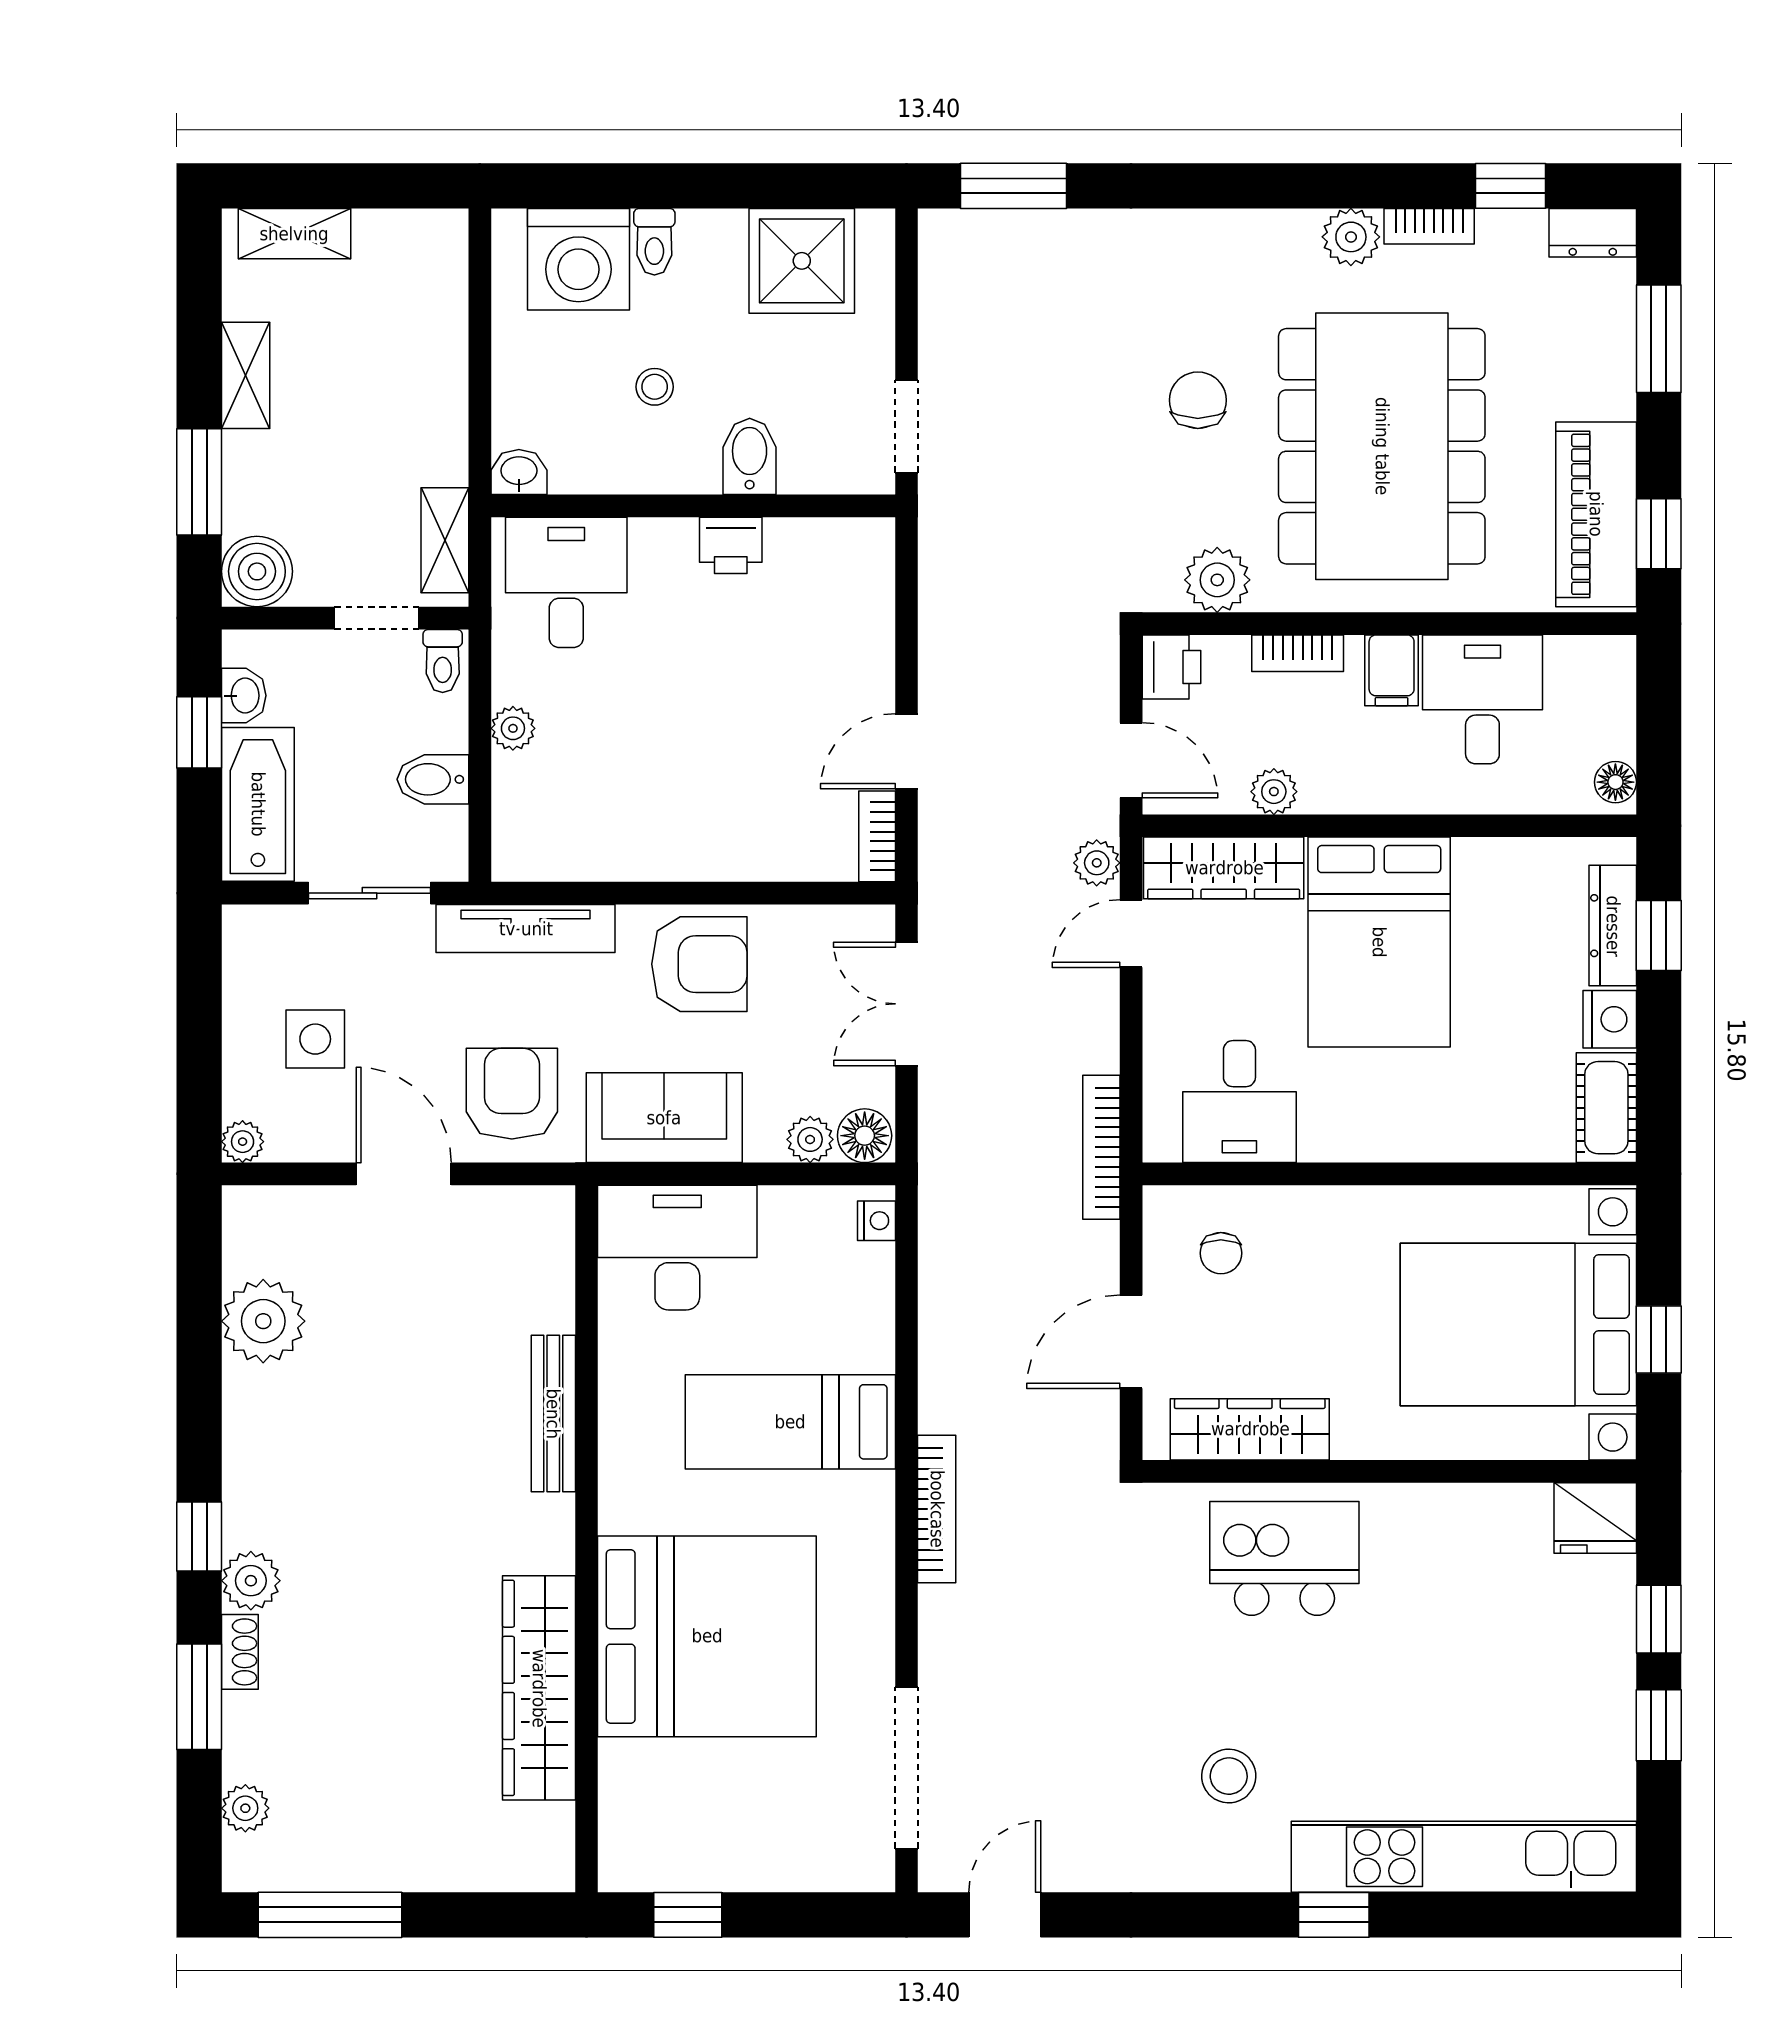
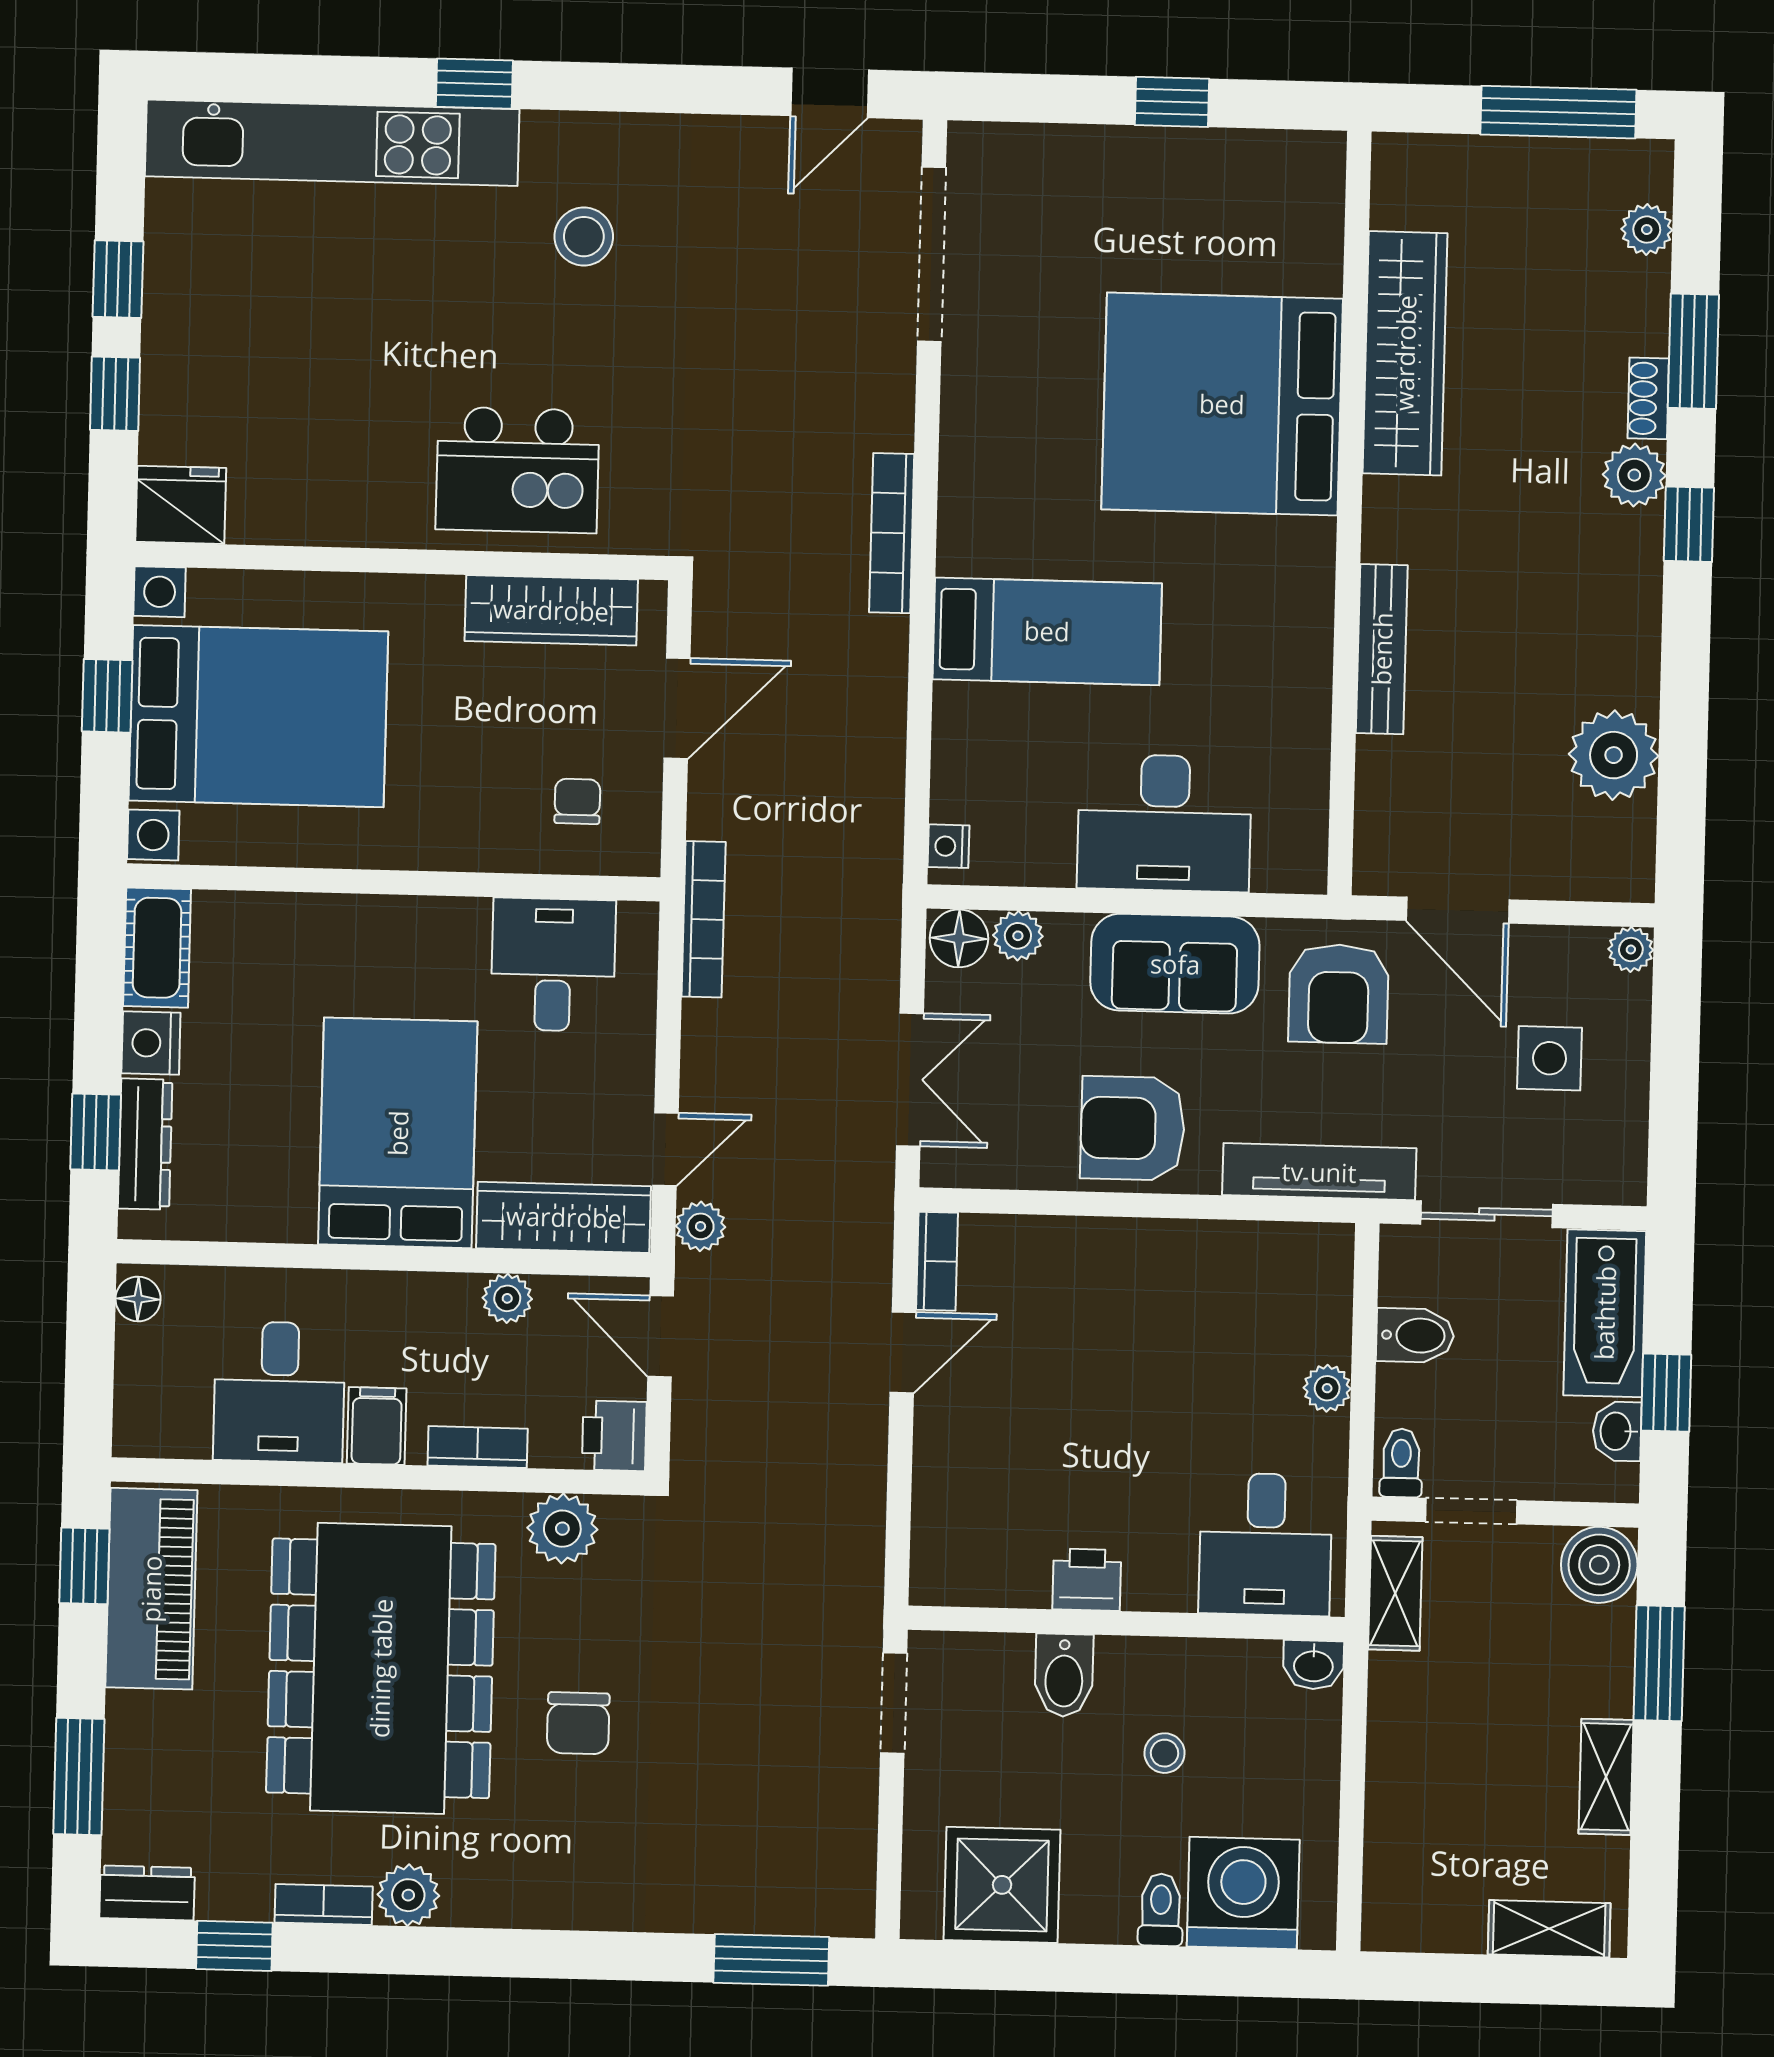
bench: (553, 1414) -> (1382, 649), moved
wall: (587, 1539) -> (1349, 513), moved
bed: (707, 1636) -> (1222, 404), moved
wardrobe: (539, 1688) -> (1405, 353), moved

